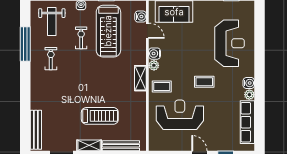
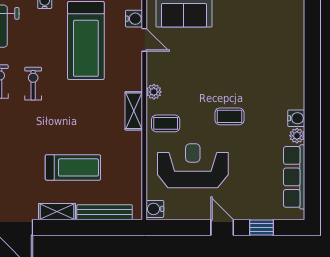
exercise bike: (81, 38) -> (33, 84), moved
reception desk: (229, 43) -> (267, 59), removed
water cooler: (155, 54) -> (155, 209), moved

